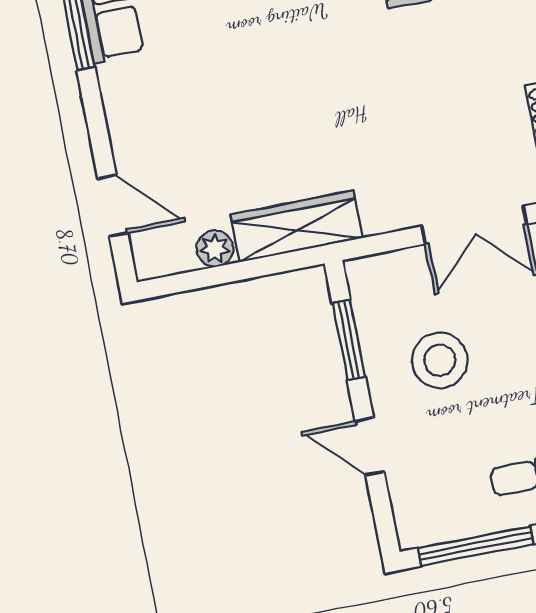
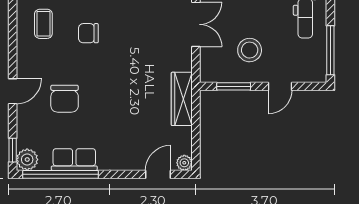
plant: (215, 248) -> (184, 163), moved

